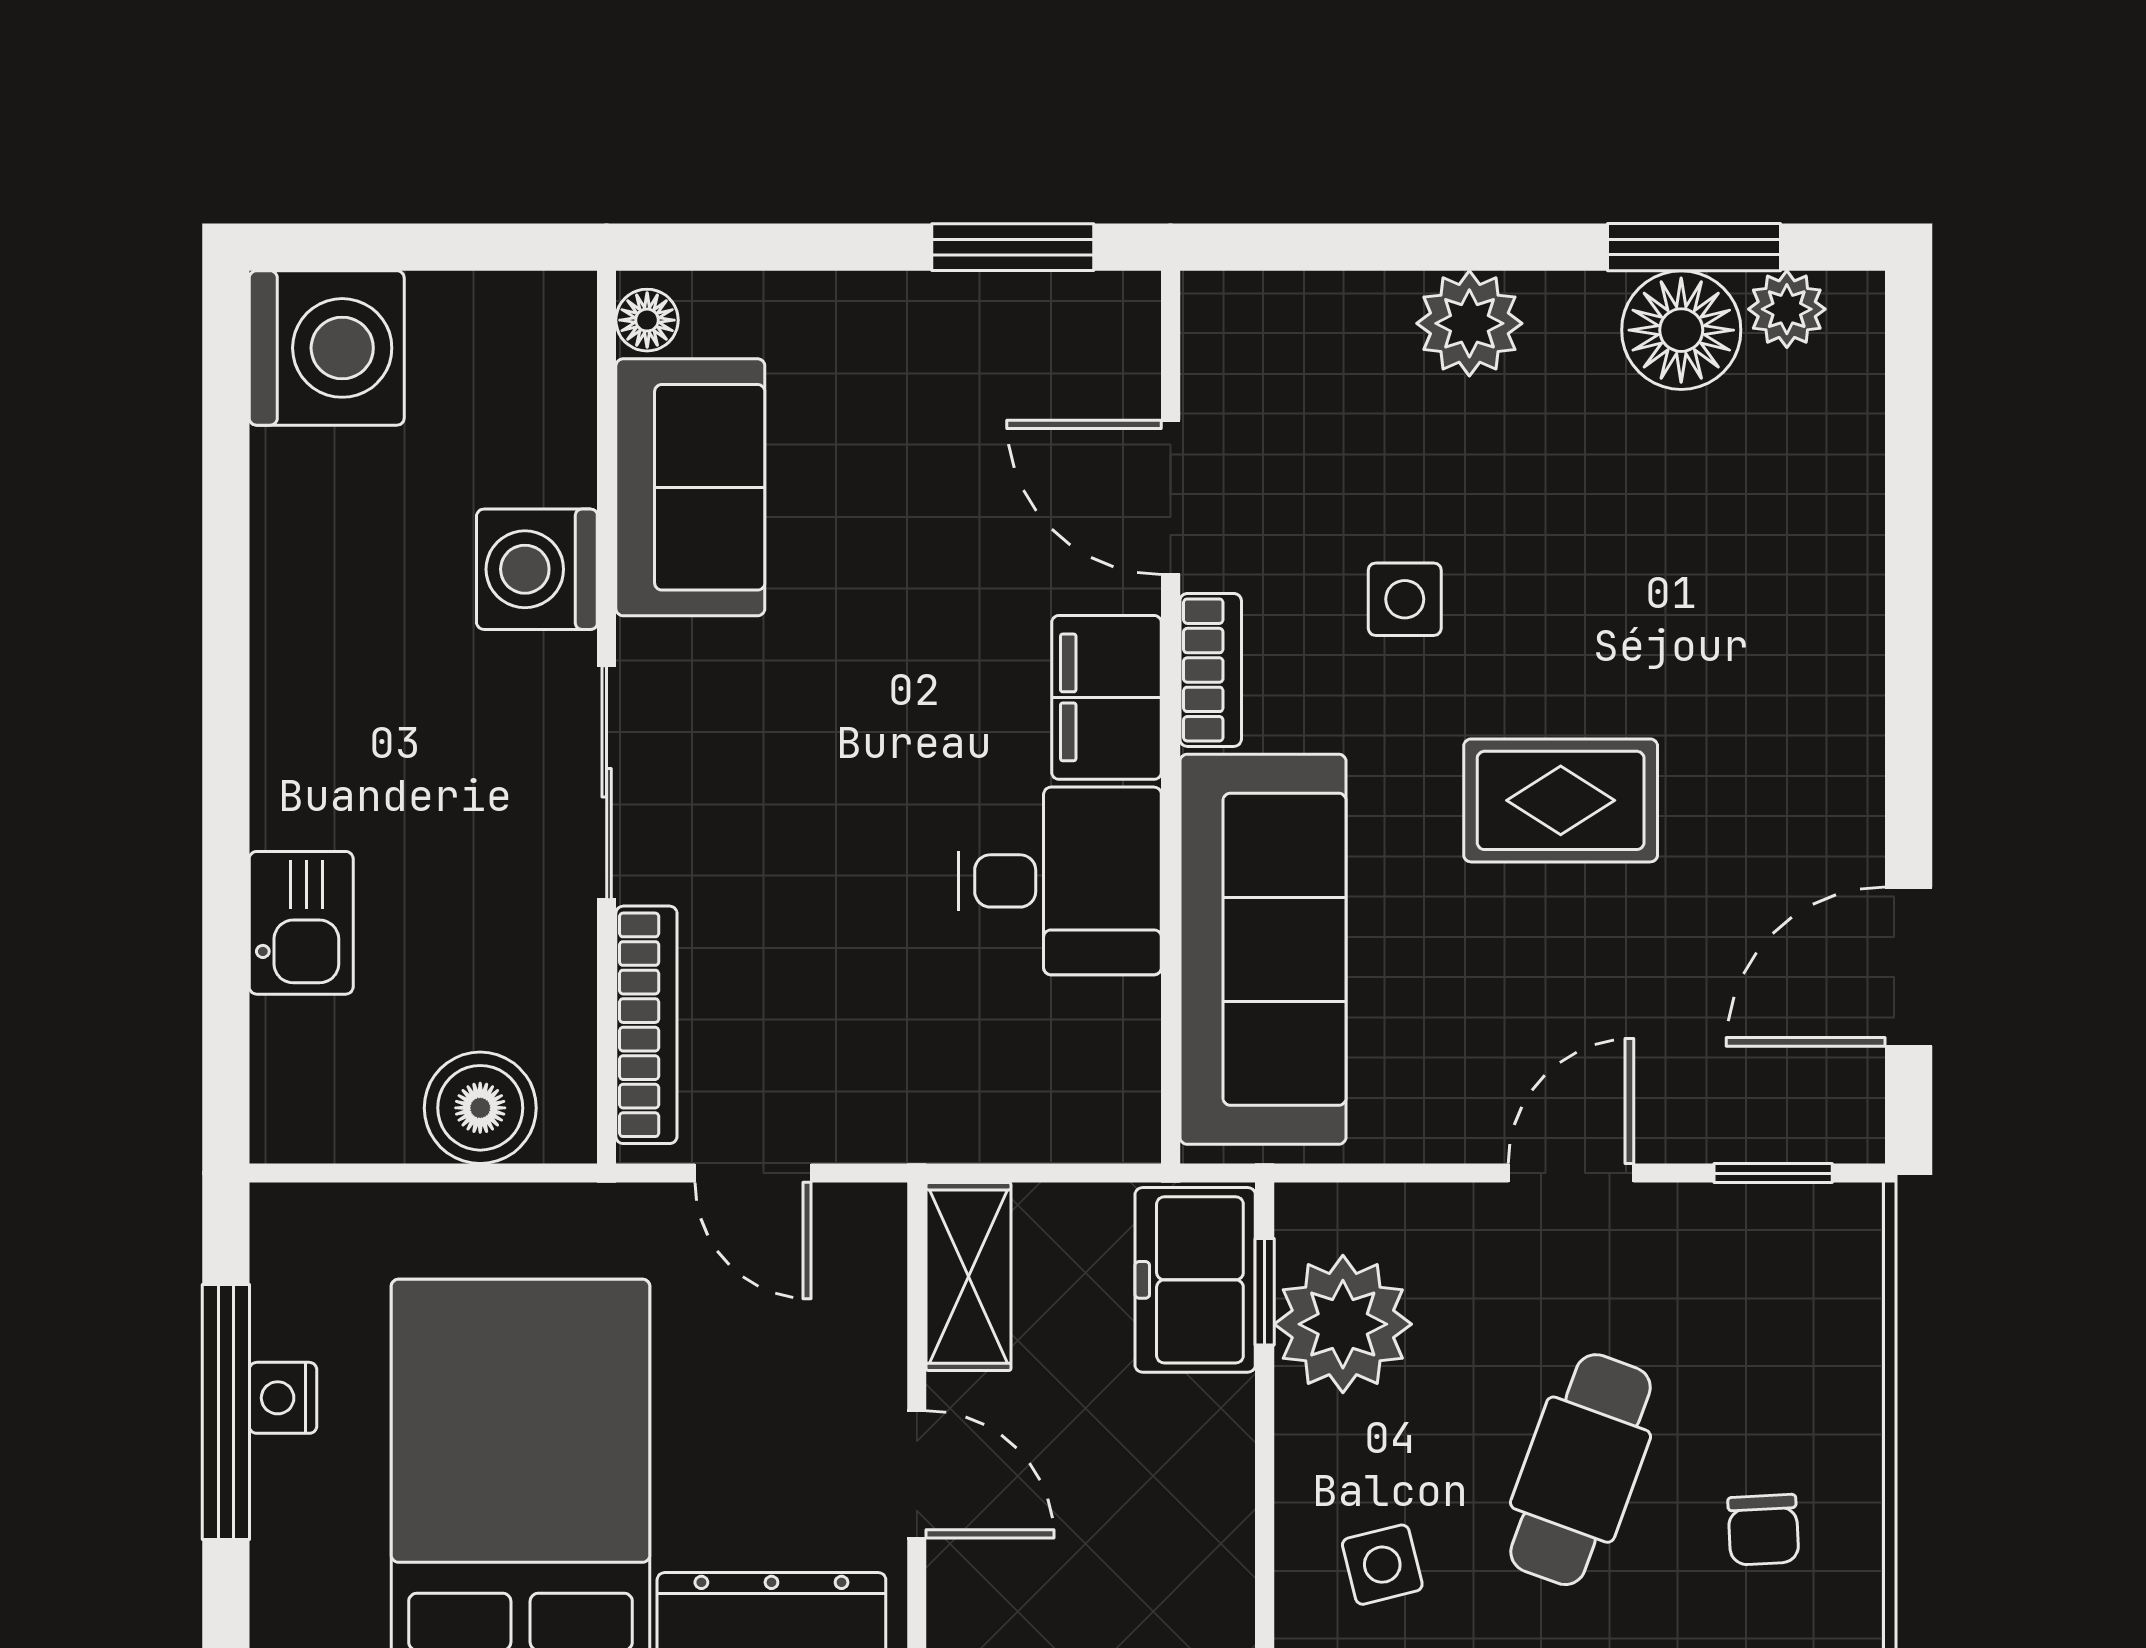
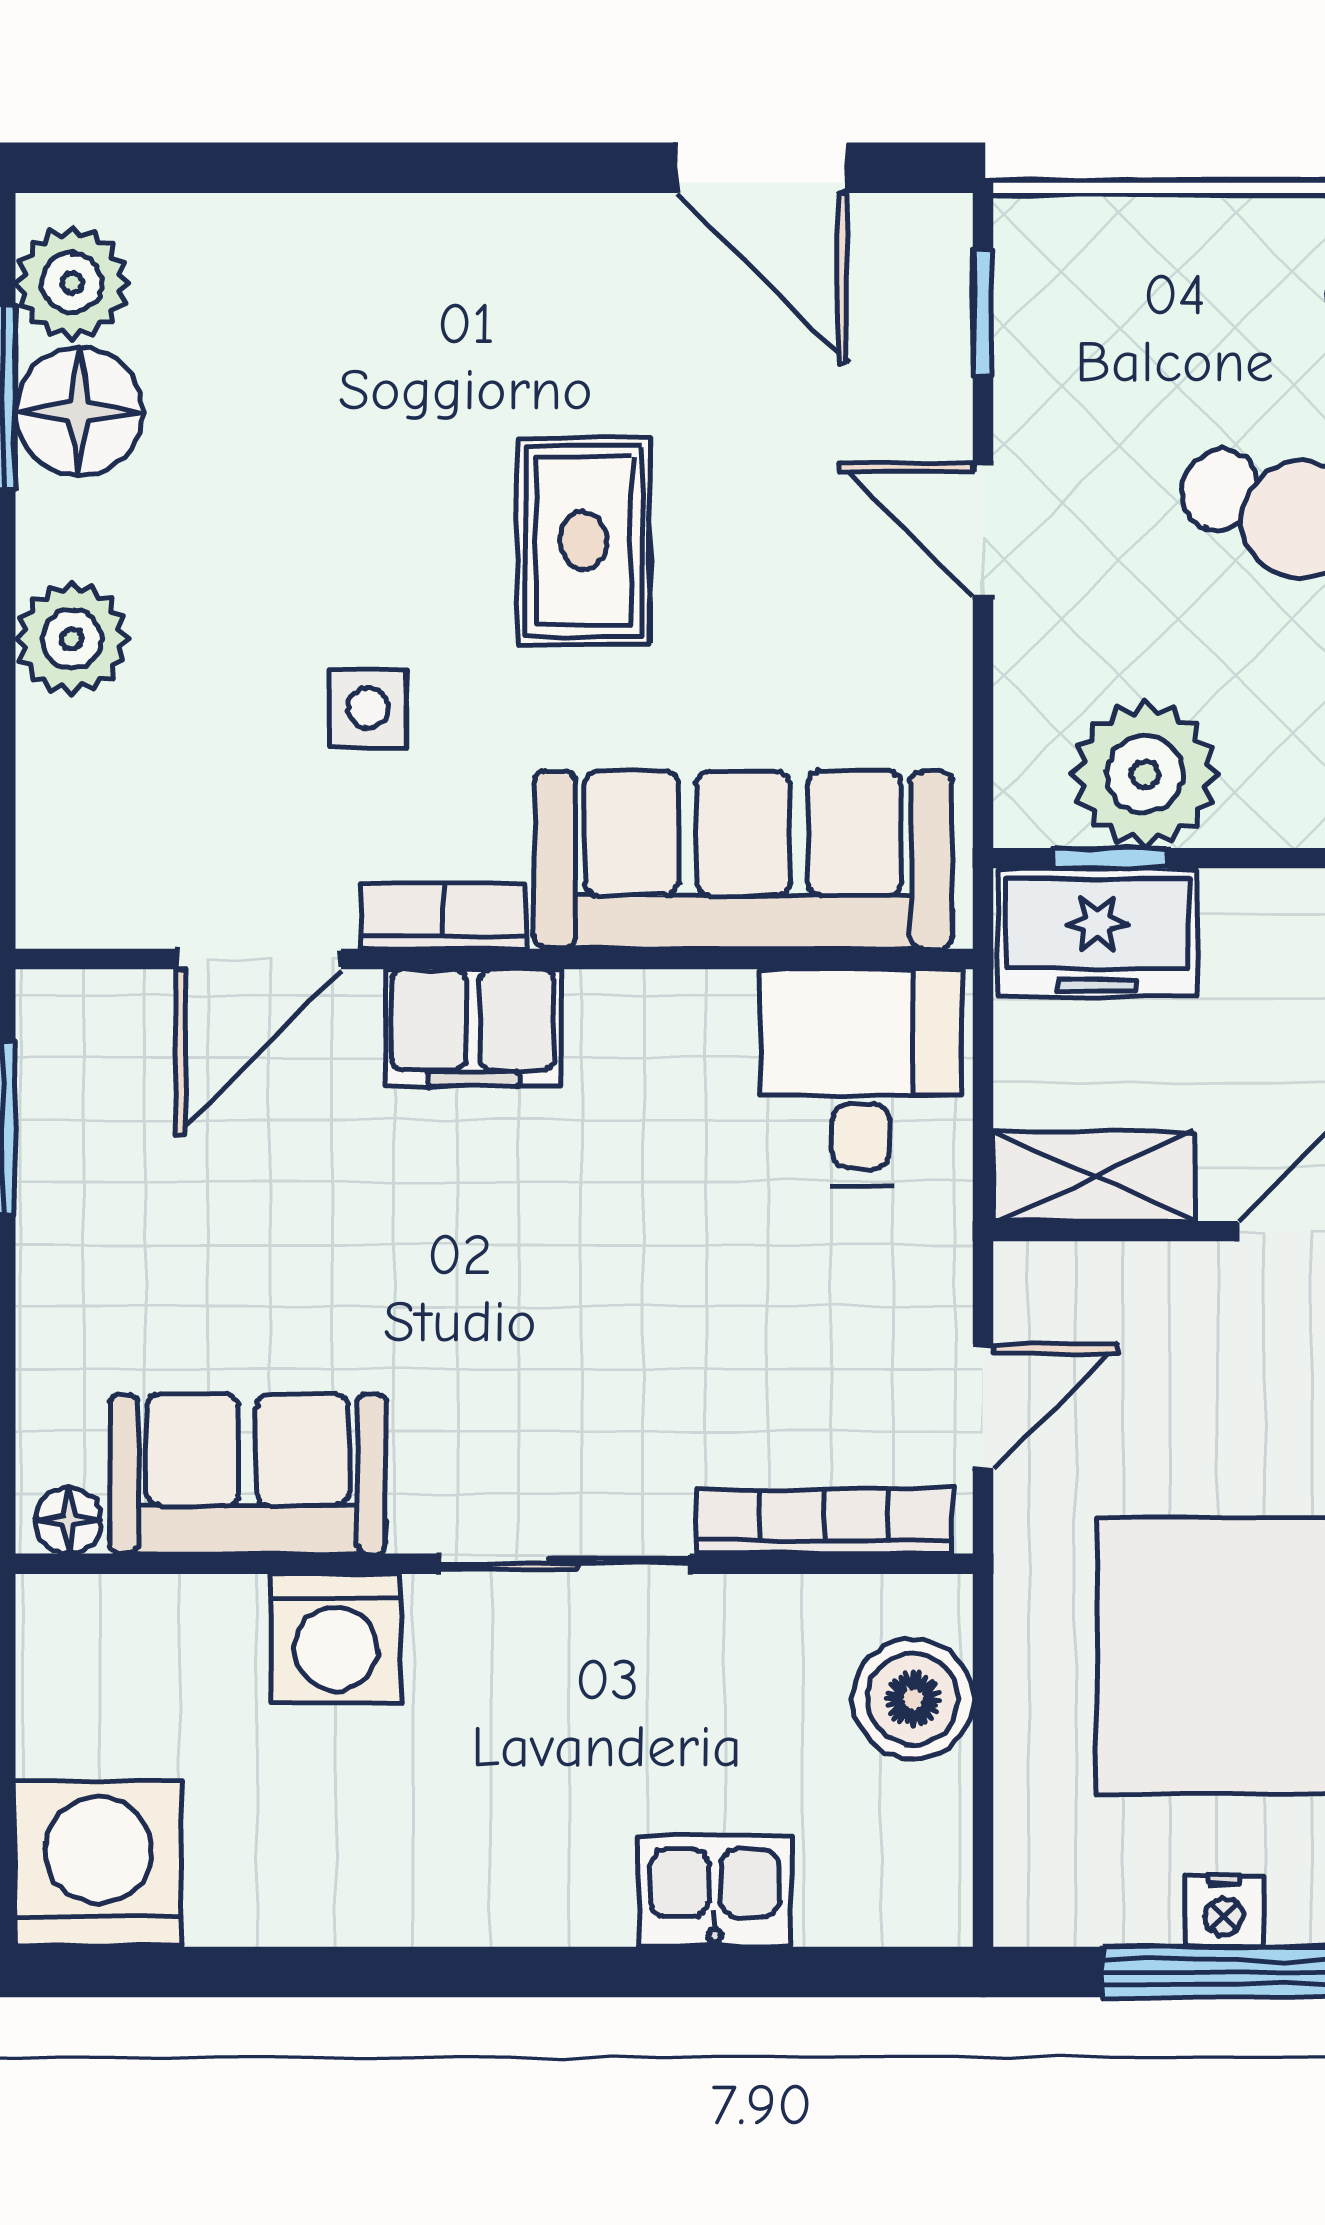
plant: (1787, 309) -> (72, 283), width x1.38, depth x1.38
desk: (1060, 881) -> (861, 1078), moved

